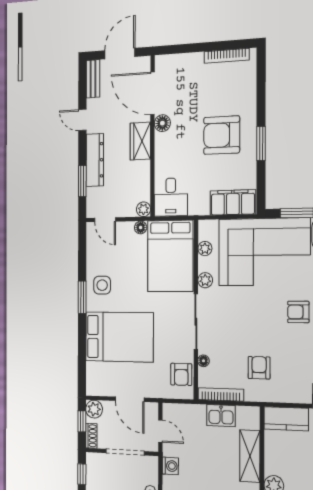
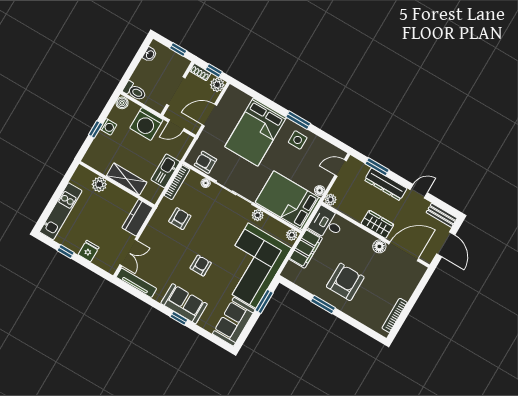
filing cabinet: (233, 202) -> (306, 249), moved
plant: (205, 249) -> (292, 235), moved
armchair: (259, 368) -> (180, 219), turned -90
kitchen sink: (221, 416) -> (165, 171), width x1.38
washing machine: (170, 466) -> (146, 124), width x1.89, depth x1.89

